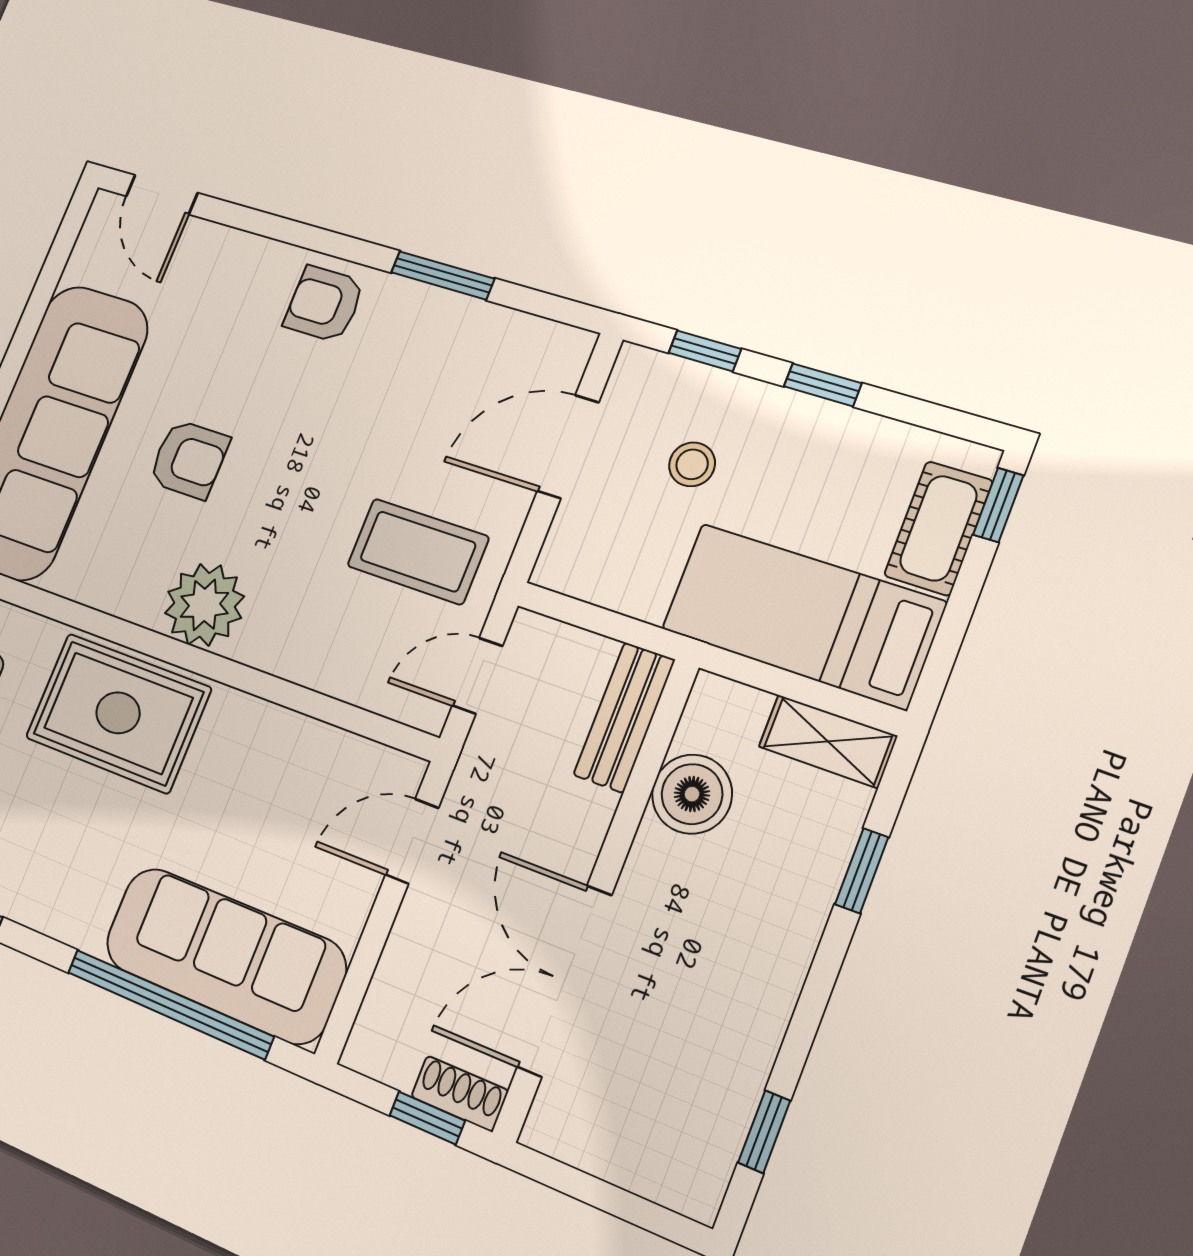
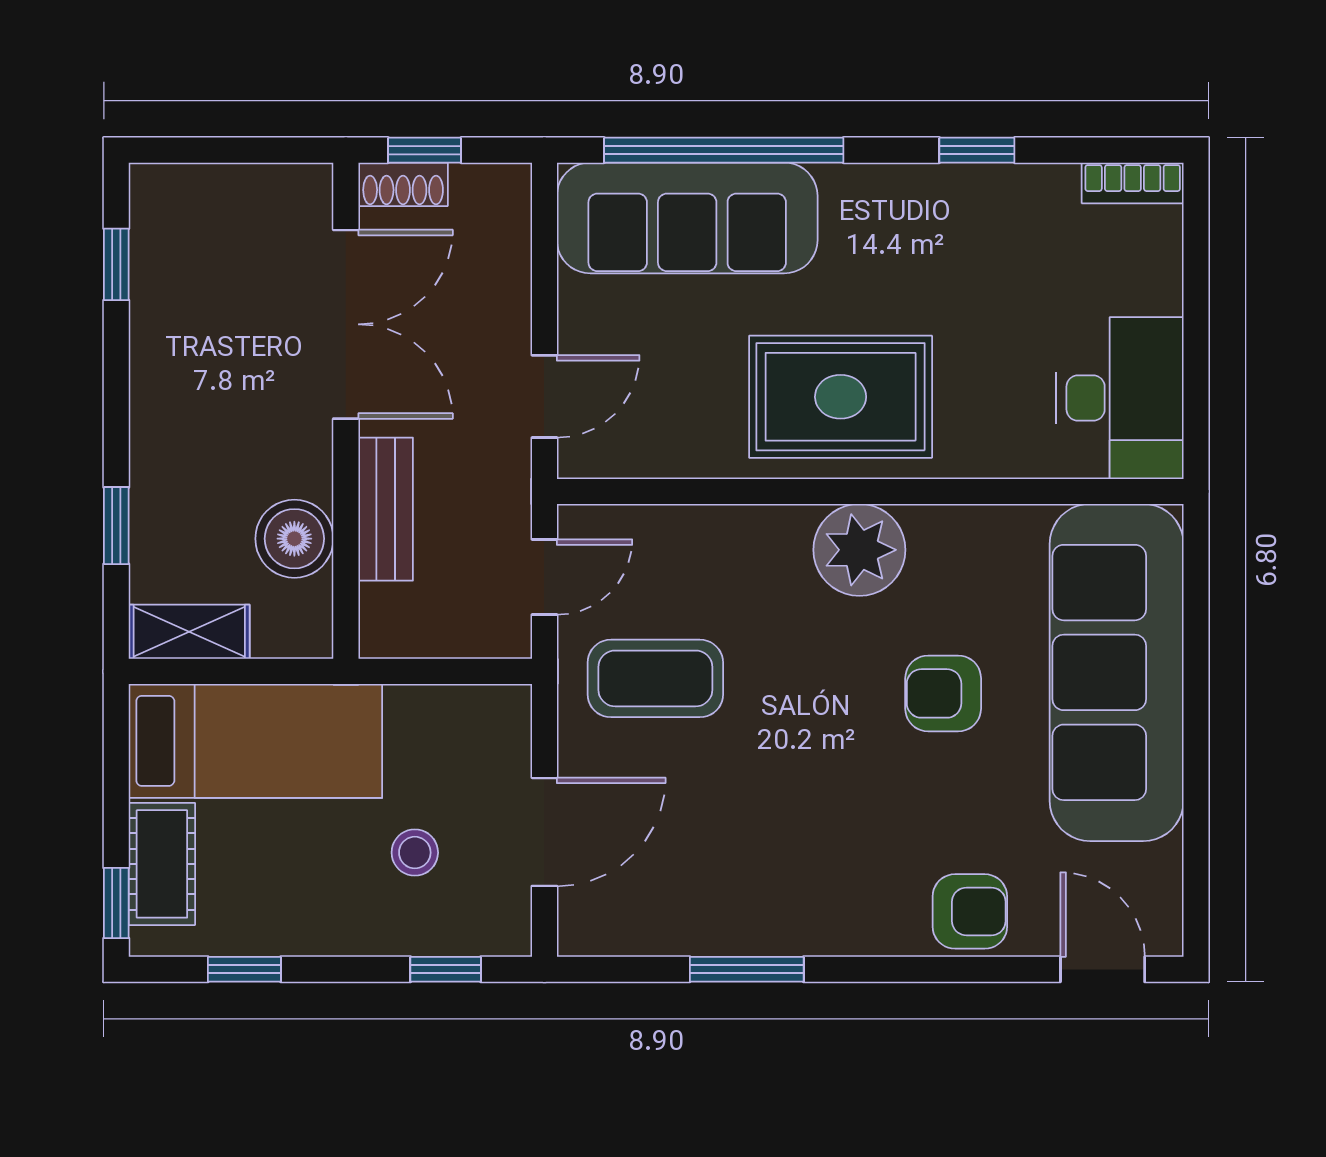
armchair: (324, 304) -> (970, 911), moved
window: (823, 385) -> (244, 969), moved
rug: (118, 713) -> (841, 397), moved
bench: (624, 717) -> (386, 509), moved

